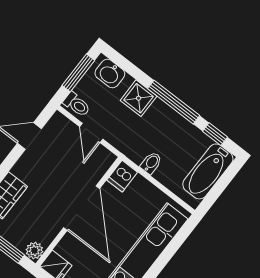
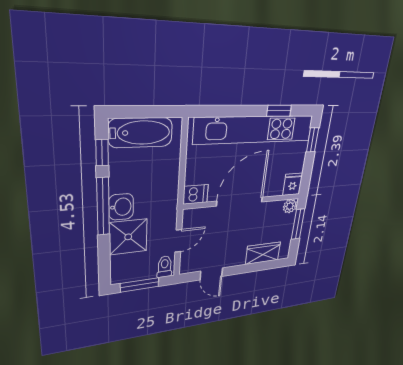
washbasin: (110, 74) -> (121, 207), moved
shower: (139, 98) -> (128, 237), width x1.36, depth x1.36
bidet: (151, 163) -> (169, 183), removed

